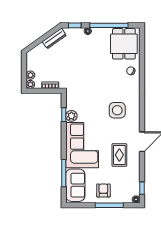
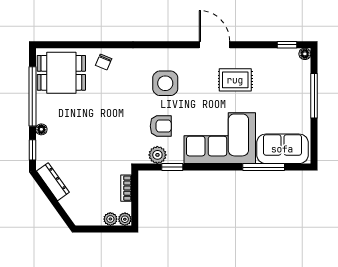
plant: (71, 116) -> (157, 155), moved
armchair: (103, 190) -> (161, 126), moved, turned 180

